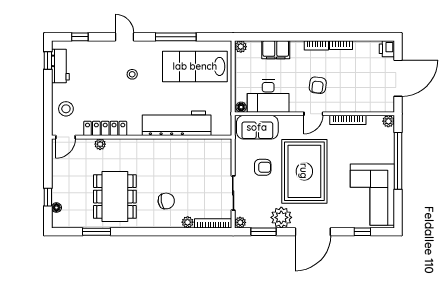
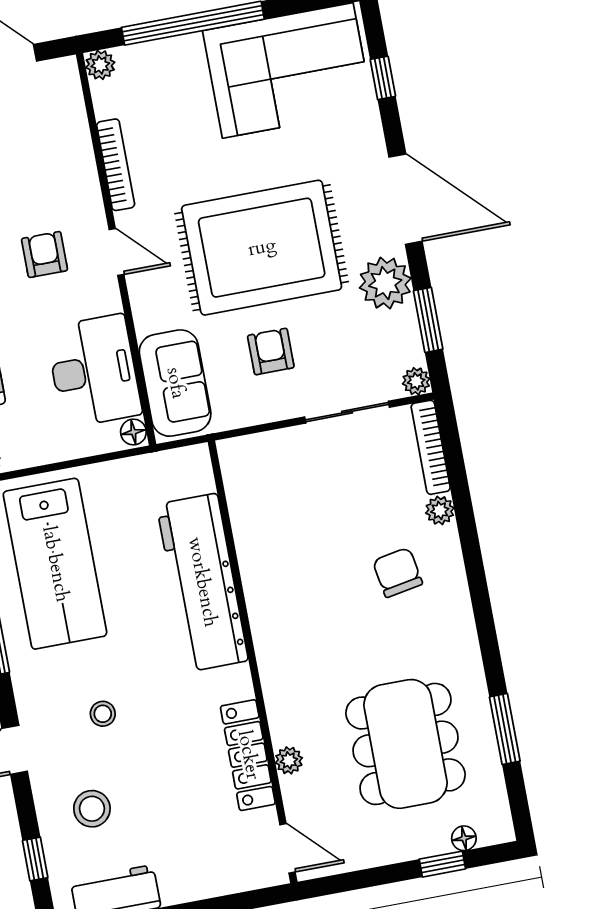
armchair: (318, 85) -> (45, 254), turned -97
stool: (66, 109) -> (92, 809), moved
dining table: (115, 197) -> (405, 744), moved, turned 90

